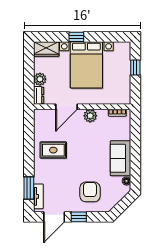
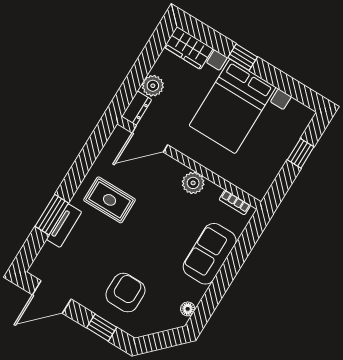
door: (67, 107) -> (150, 139), moved
sofa: (120, 158) -> (210, 254), moved
window: (29, 188) -> (52, 215), moved
tv unit: (38, 196) -> (64, 226), moved
window: (79, 217) -> (102, 328), moved

